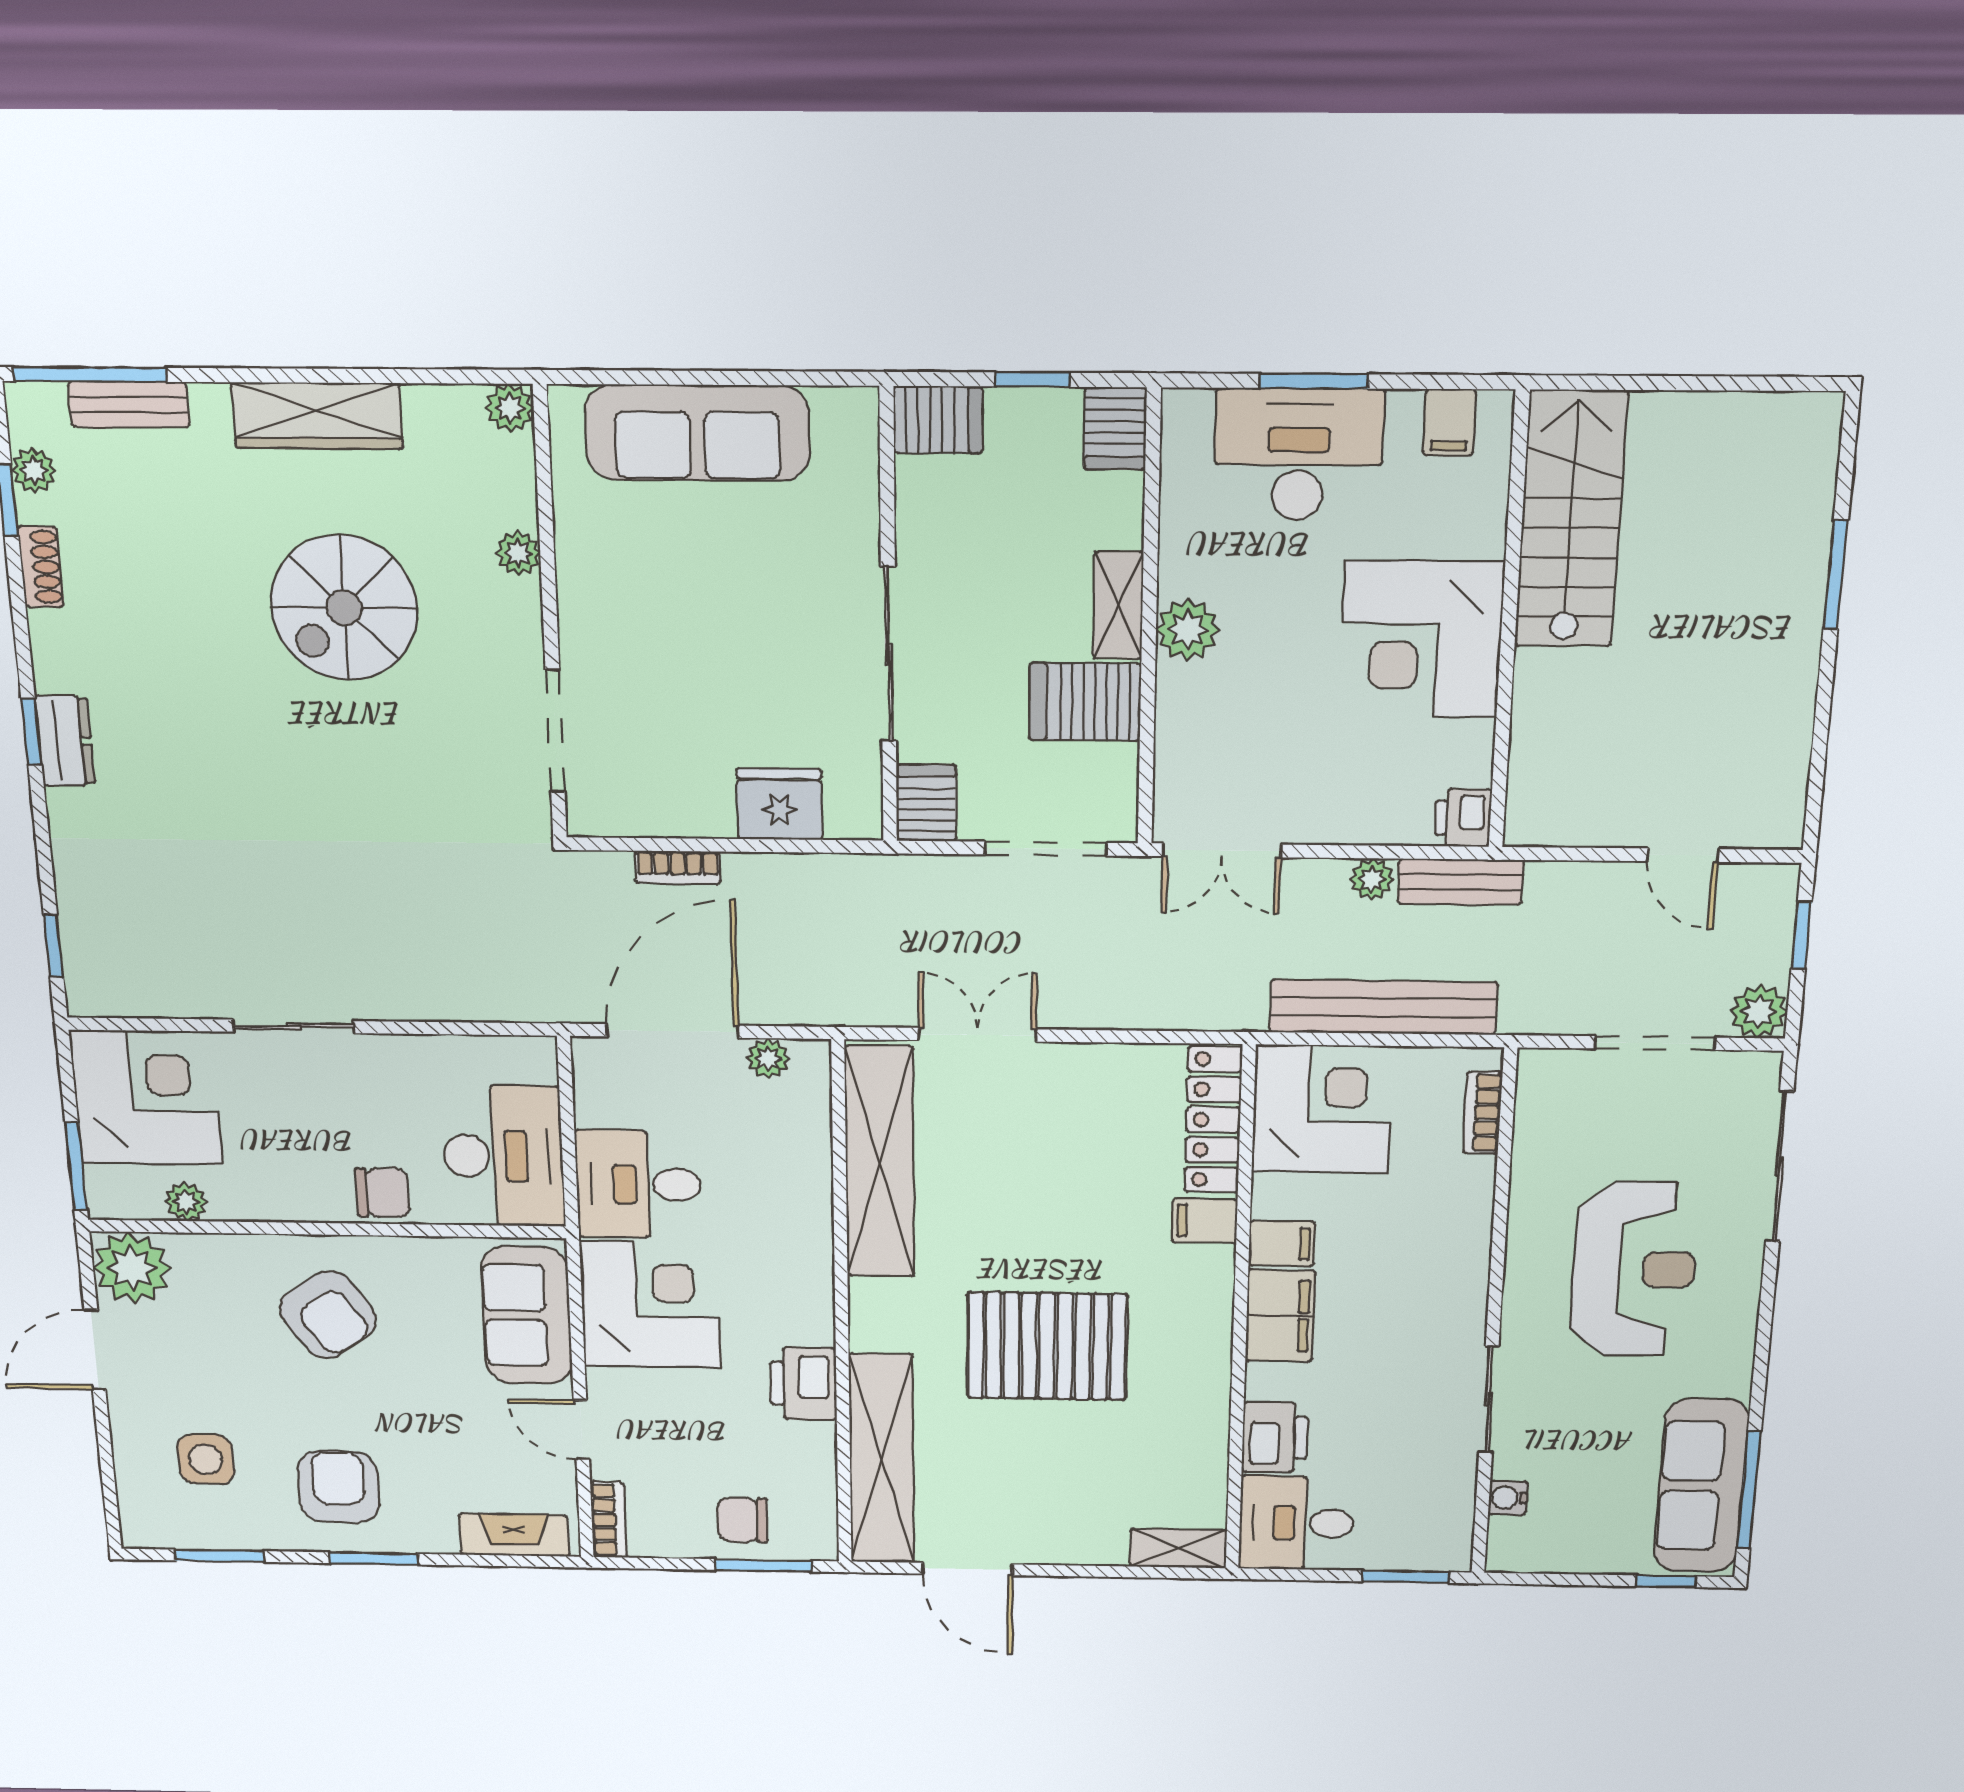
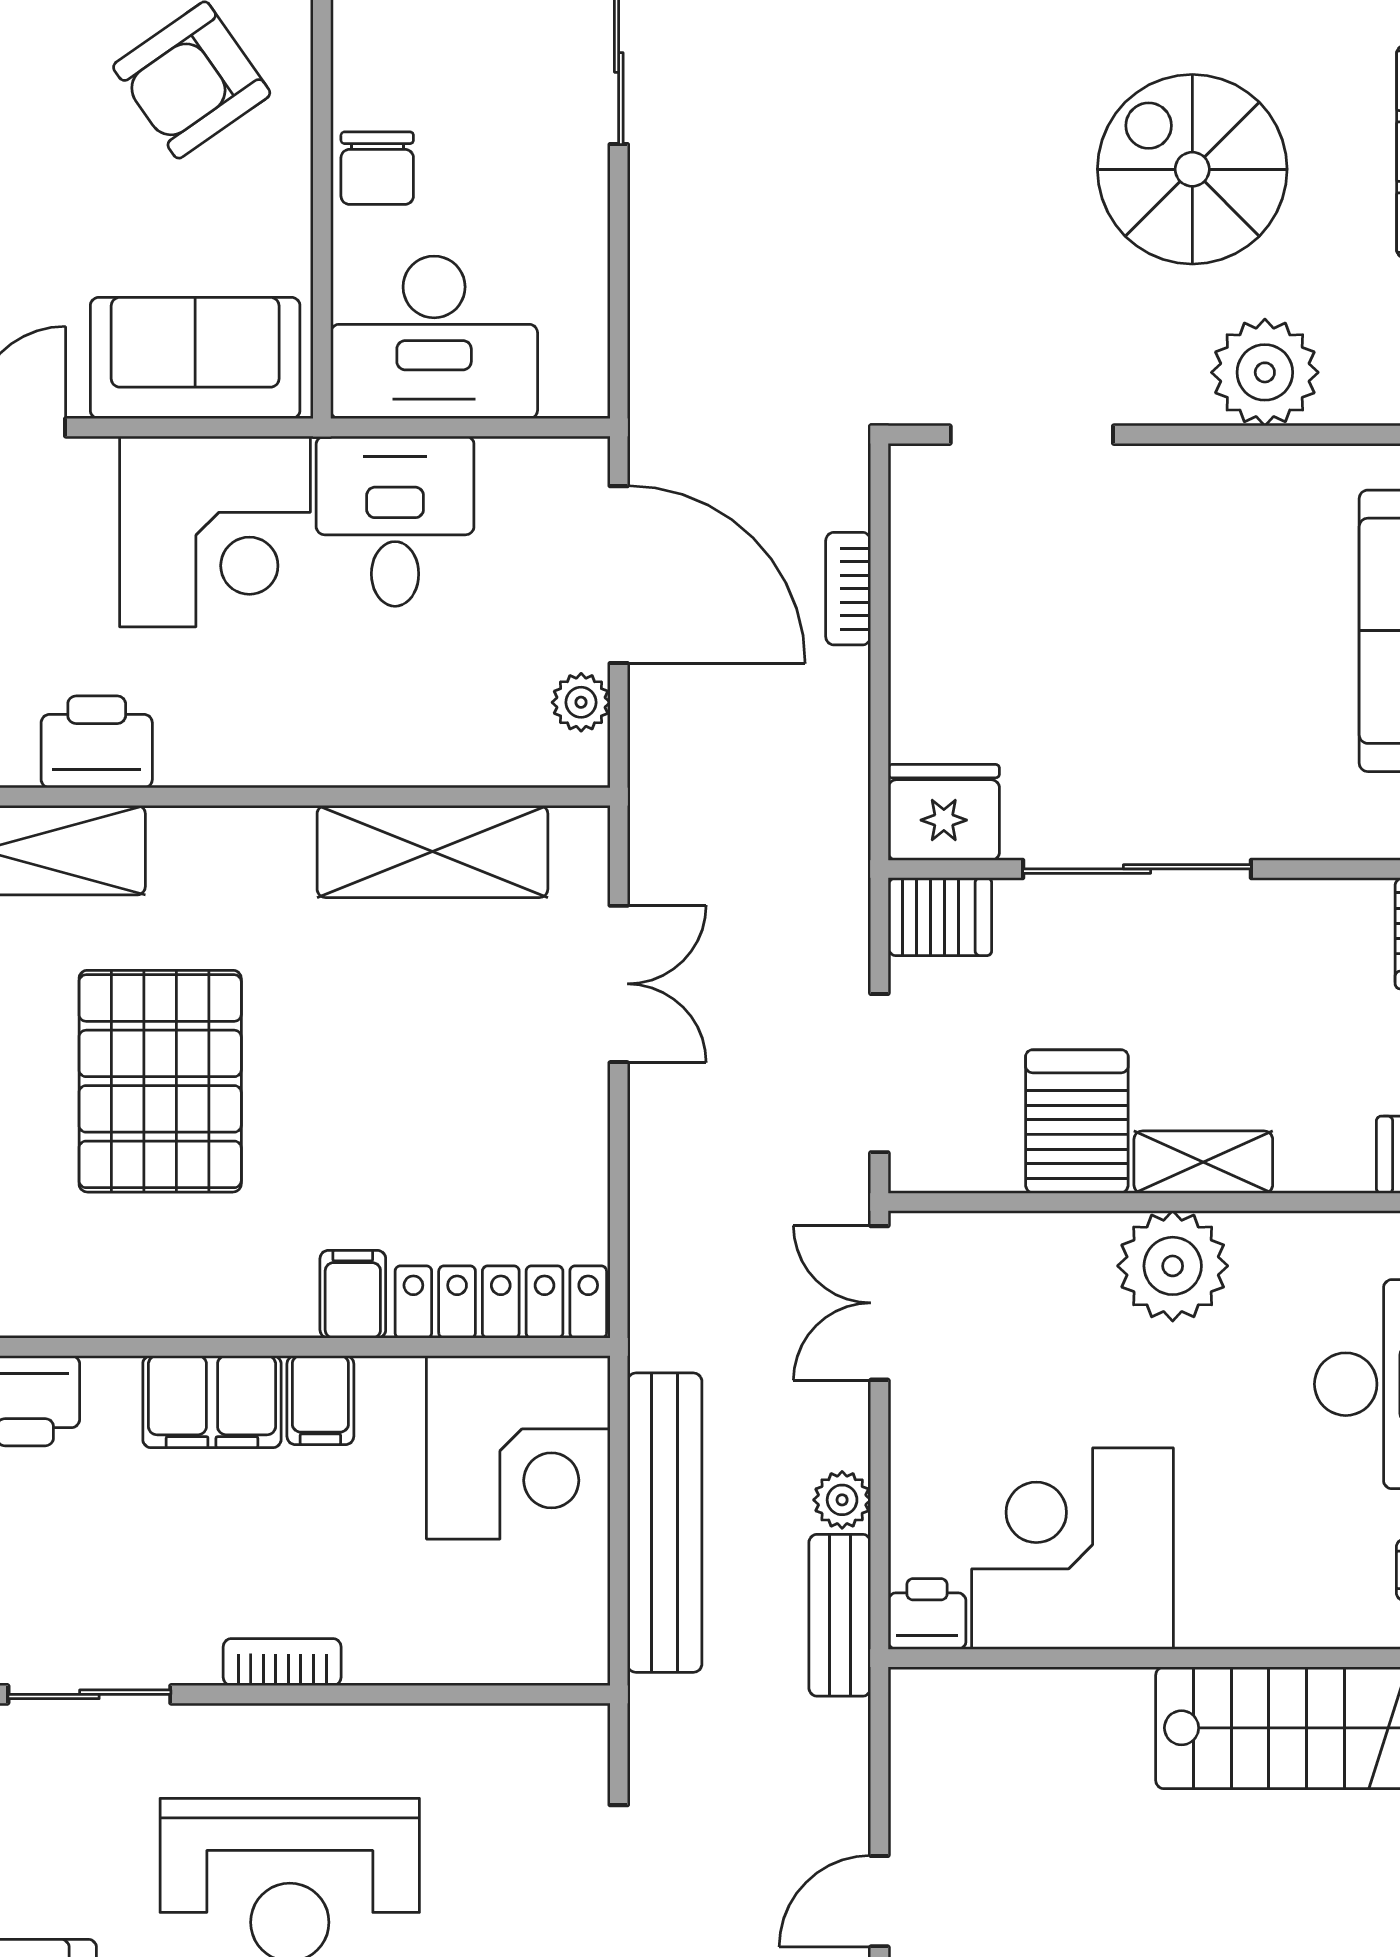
plant: (518, 553) -> (1265, 372), width x1.87, depth x1.87
plant: (1188, 630) -> (1173, 1266), width x1.36, depth x1.36
corner desk: (1421, 639) -> (1073, 1549), moved
fridge: (780, 804) -> (944, 812), moved, turned -90
bookcase: (1483, 1113) -> (282, 1662), moved
shelving: (880, 1162) -> (432, 851), width x0.68

